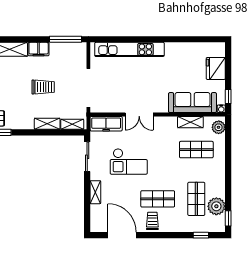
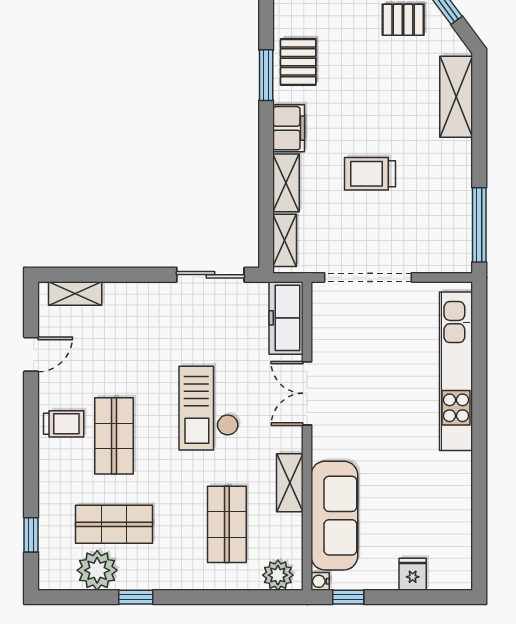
filing cabinet: (39, 49) -> (289, 128), moved, turned 180
fridge: (216, 68) -> (413, 574), width x0.53, depth x0.75
trolley: (43, 87) -> (370, 174), turned 90
shelving: (190, 122) -> (290, 483), moved
checkout: (129, 161) -> (209, 408), moved
shelving: (95, 192) -> (75, 294), moved
window: (228, 218) -> (136, 597), moved
door: (122, 235) -> (31, 354), width x0.53

